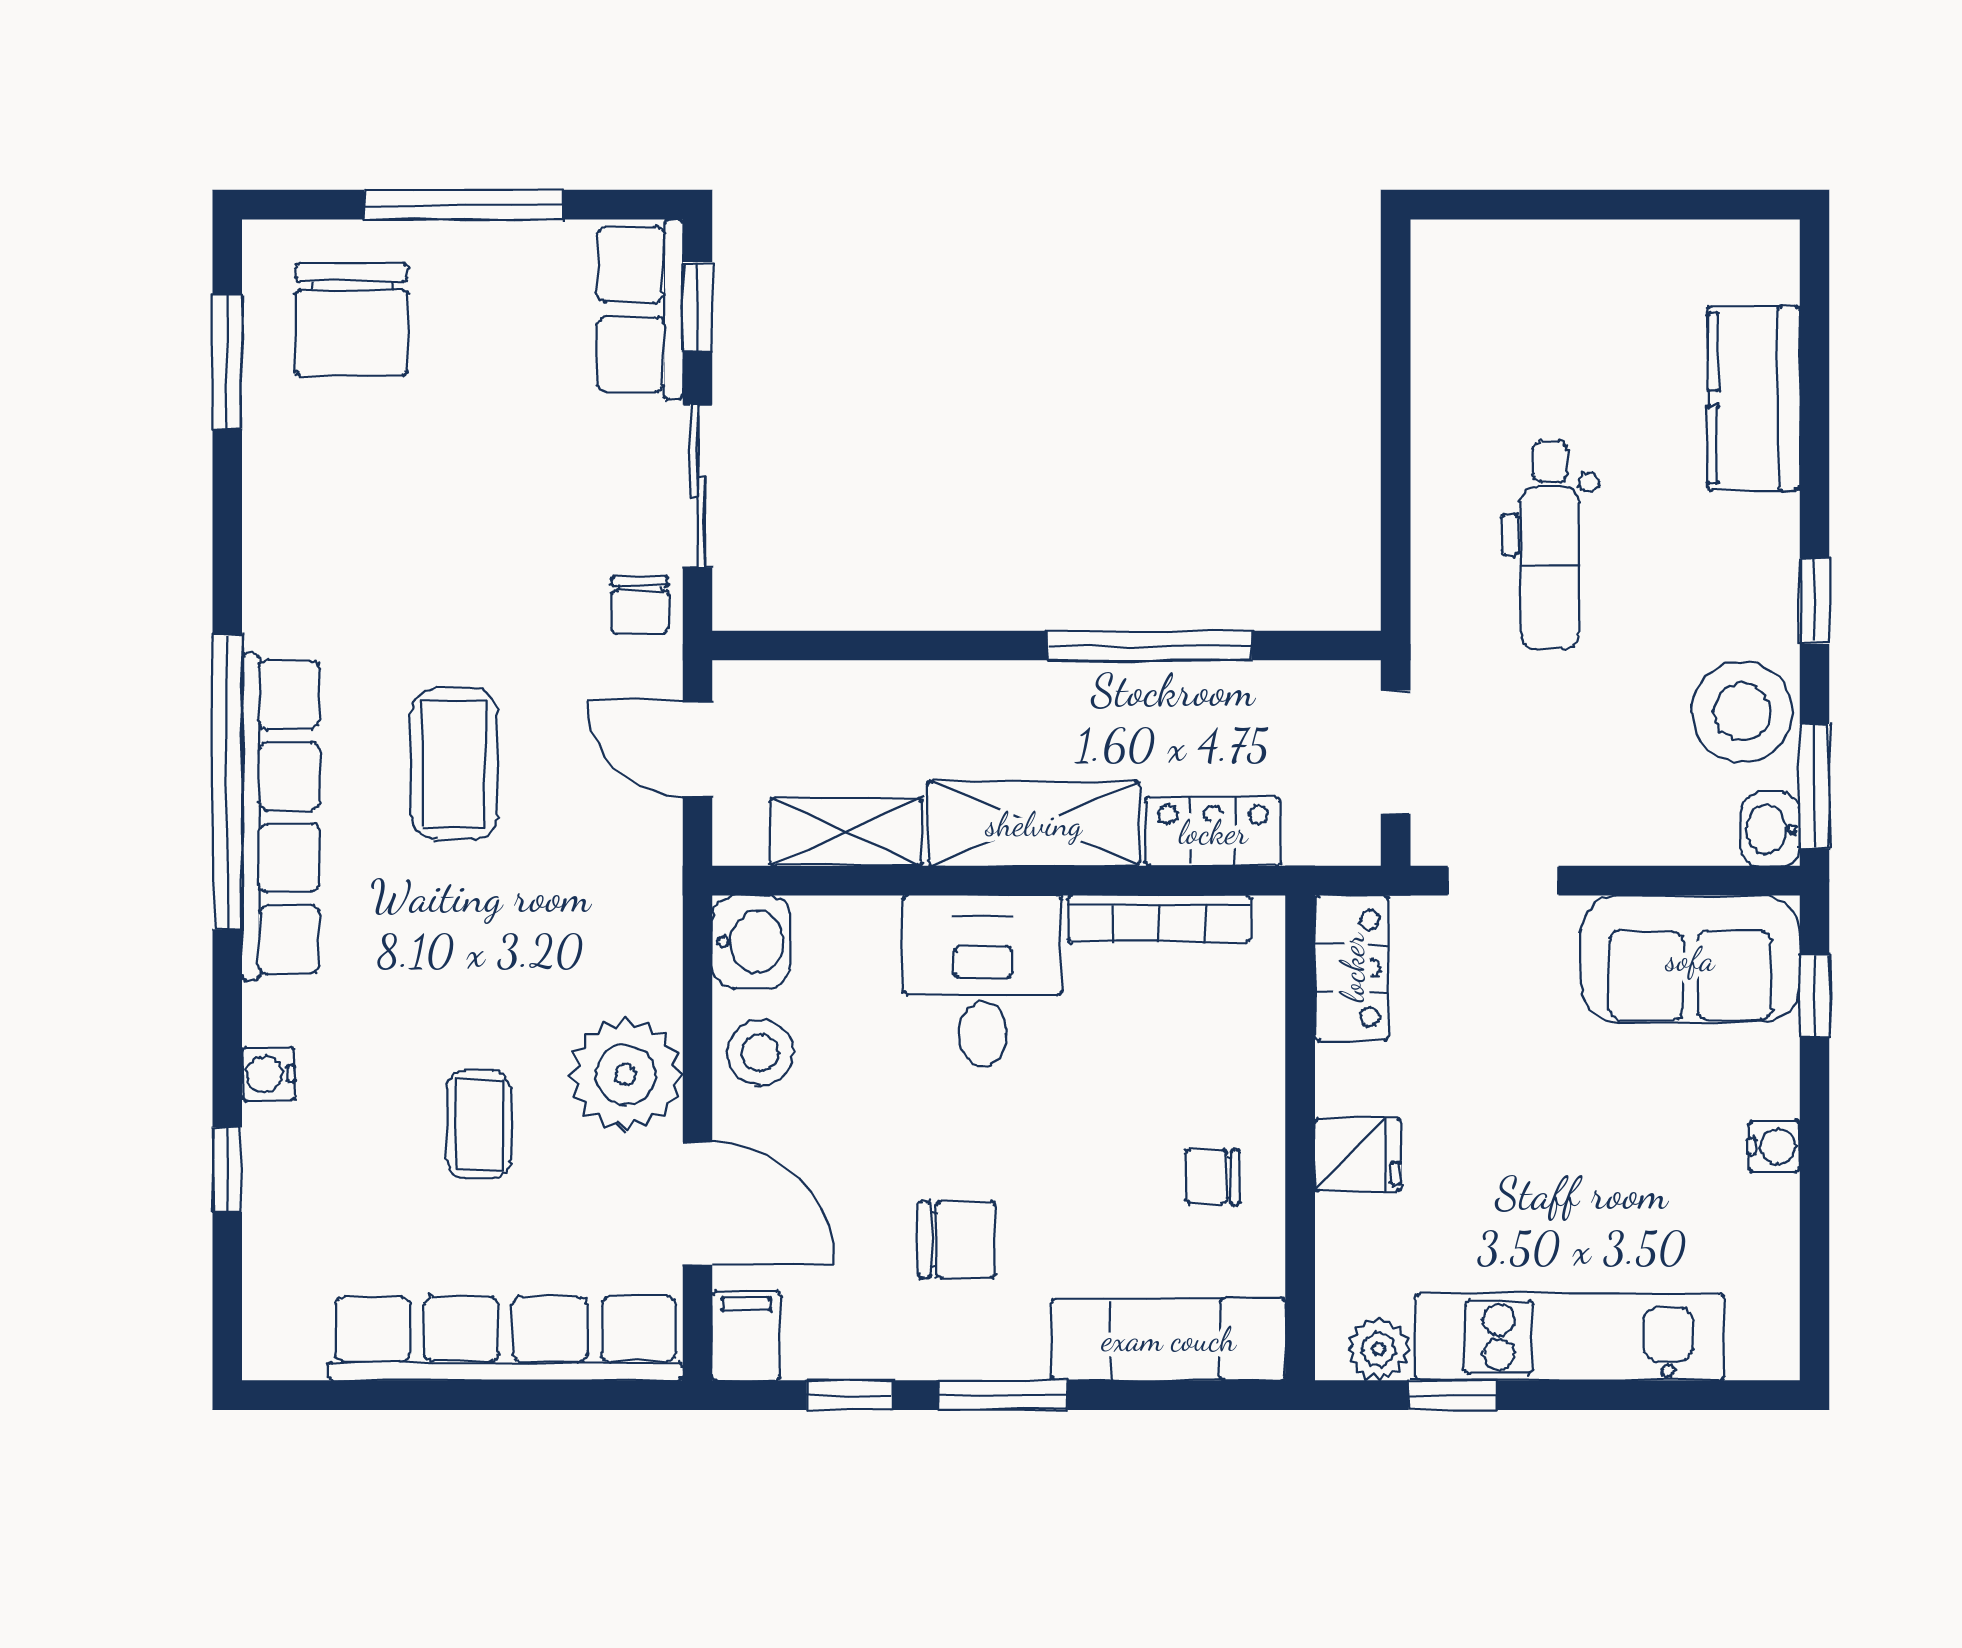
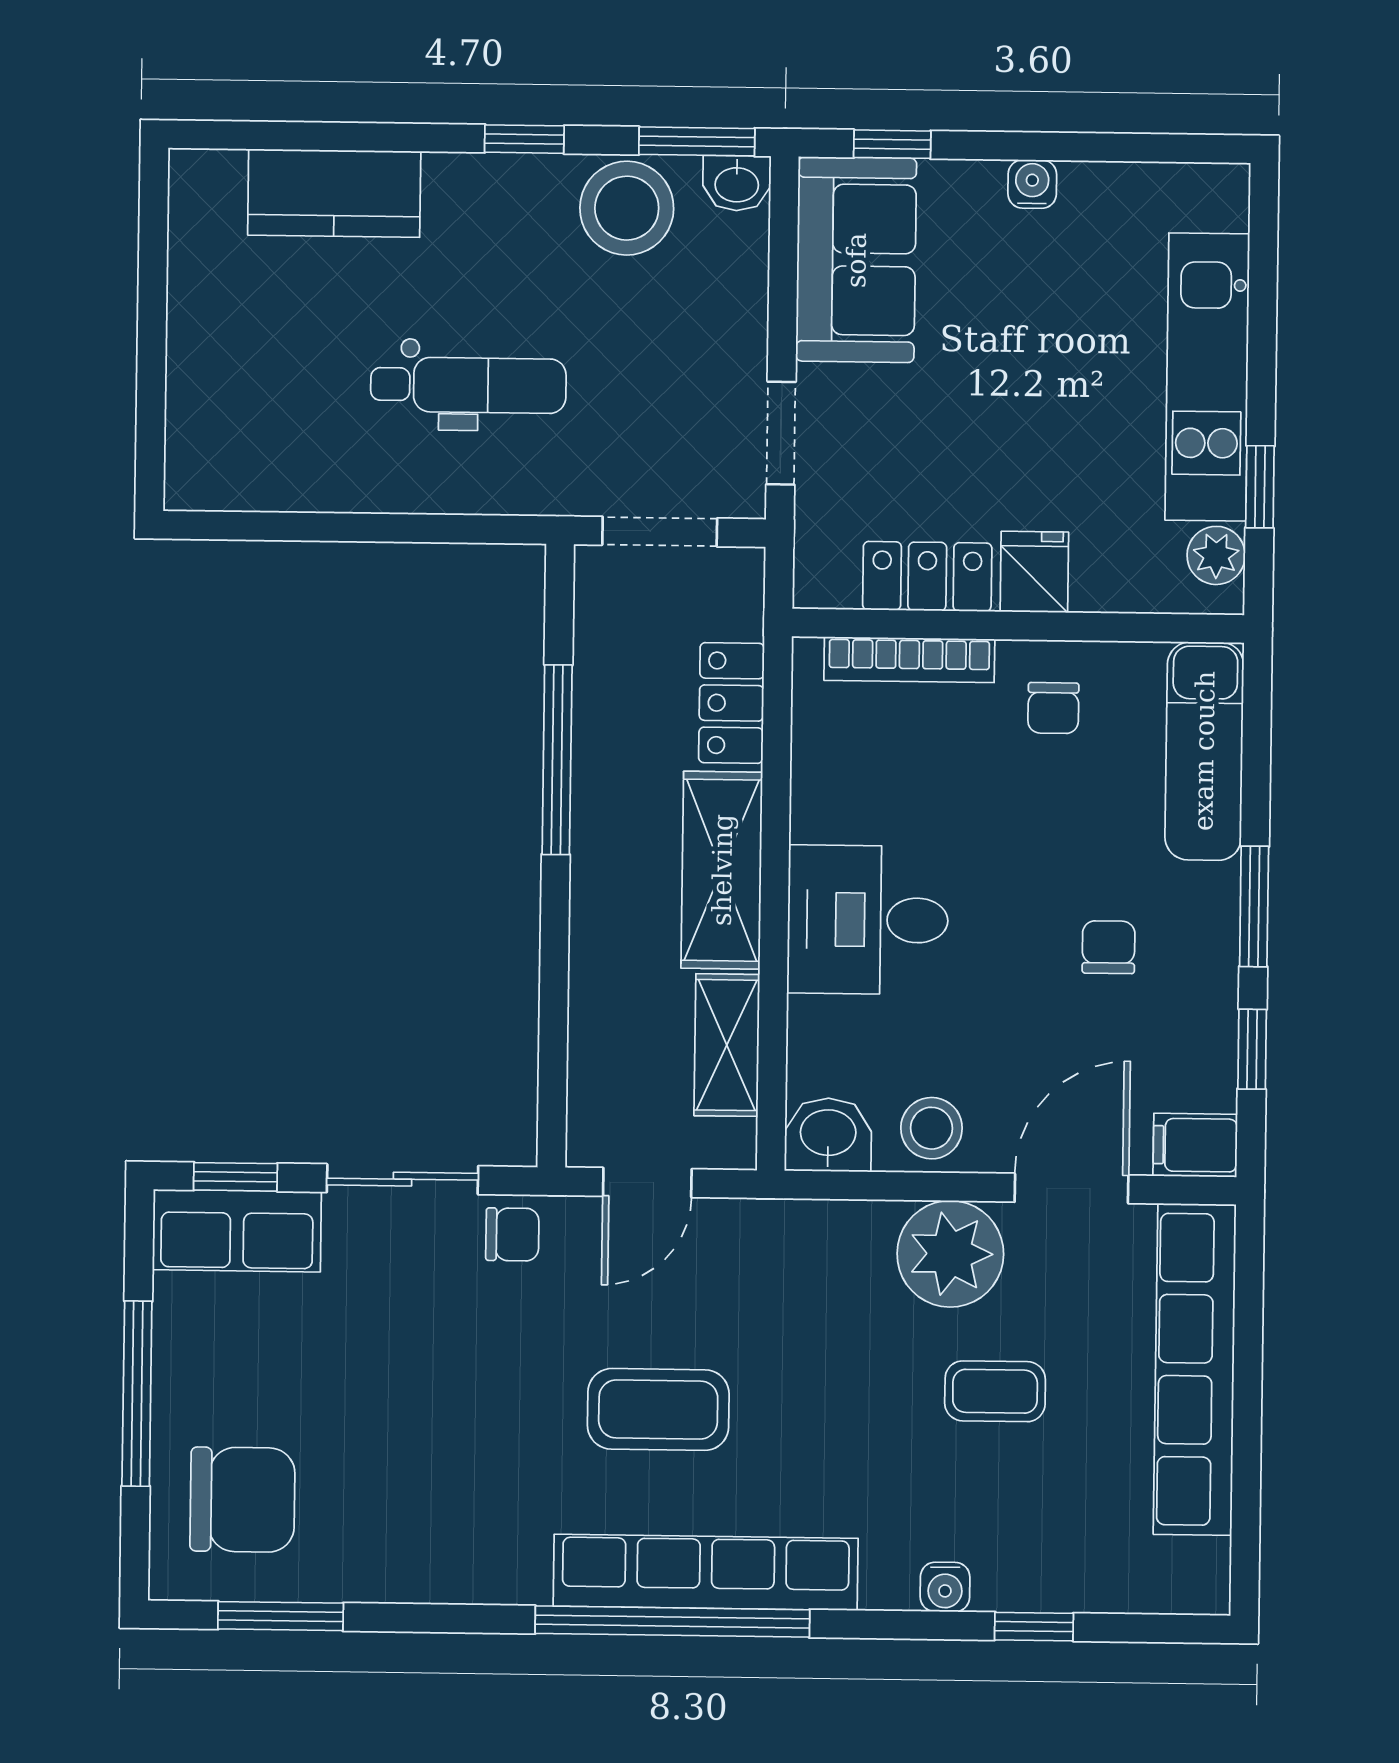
bookcase: (1159, 919) -> (909, 660), moved, turned 90
locker: (1352, 968) -> (927, 576), moved
chair: (957, 1240) -> (1109, 947), width x0.73, depth x0.73

